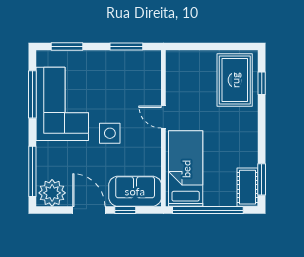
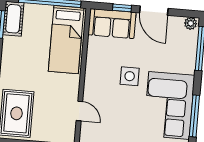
door: (163, 117) -> (79, 111), moved
plant: (52, 193) -> (191, 23), width x0.53, depth x0.53

